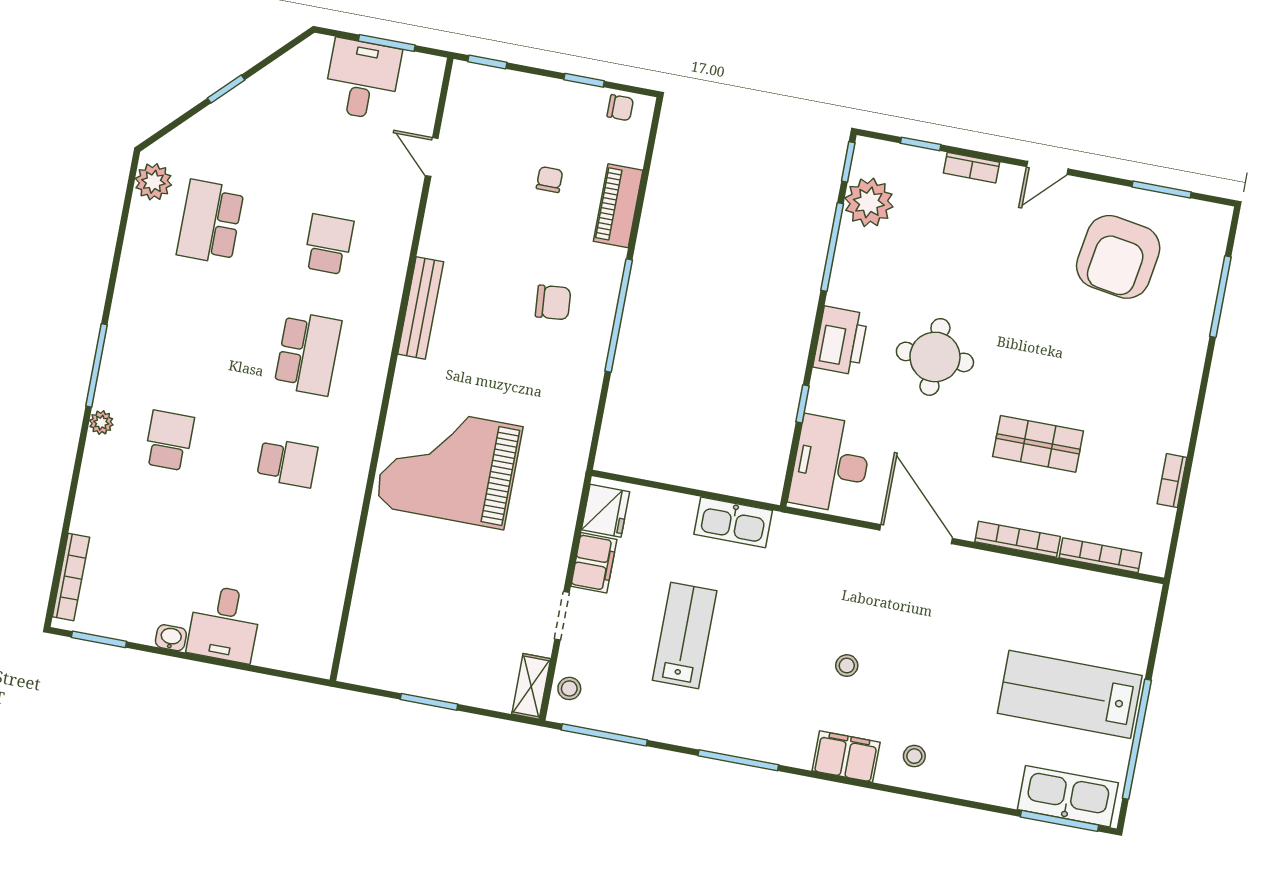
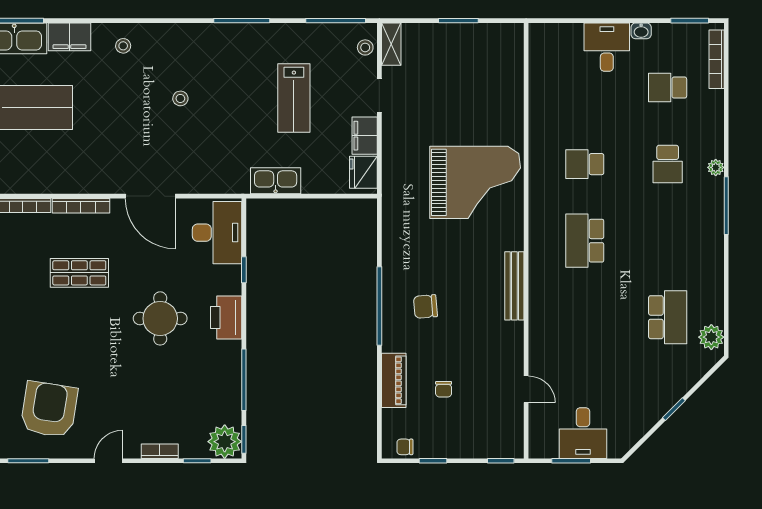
plant: (869, 202) -> (225, 442), moved
school desk: (329, 244) -> (668, 88), moved, turned 90
filing cabinet: (846, 756) -> (69, 37), moved

